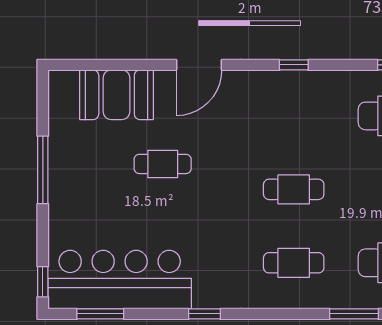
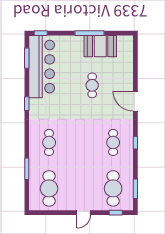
booth: (117, 95) -> (100, 46), moved, turned 90
cafe table: (294, 189) -> (113, 142), moved

